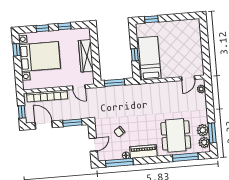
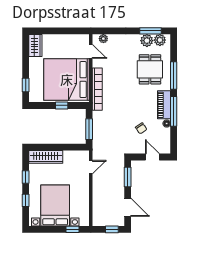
wardrobe: (189, 25) -> (35, 46), added
window: (17, 50) -> (72, 229), moved
wardrobe: (86, 56) -> (46, 157), moved
bed: (150, 58) -> (67, 80), width x2.04
bookcase: (47, 96) -> (97, 89), moved
door: (44, 125) -> (128, 207), swing flipped
dining table: (176, 135) -> (150, 69), width x0.73
window: (185, 157) -> (174, 76), moved
window: (119, 163) -> (174, 111), moved

